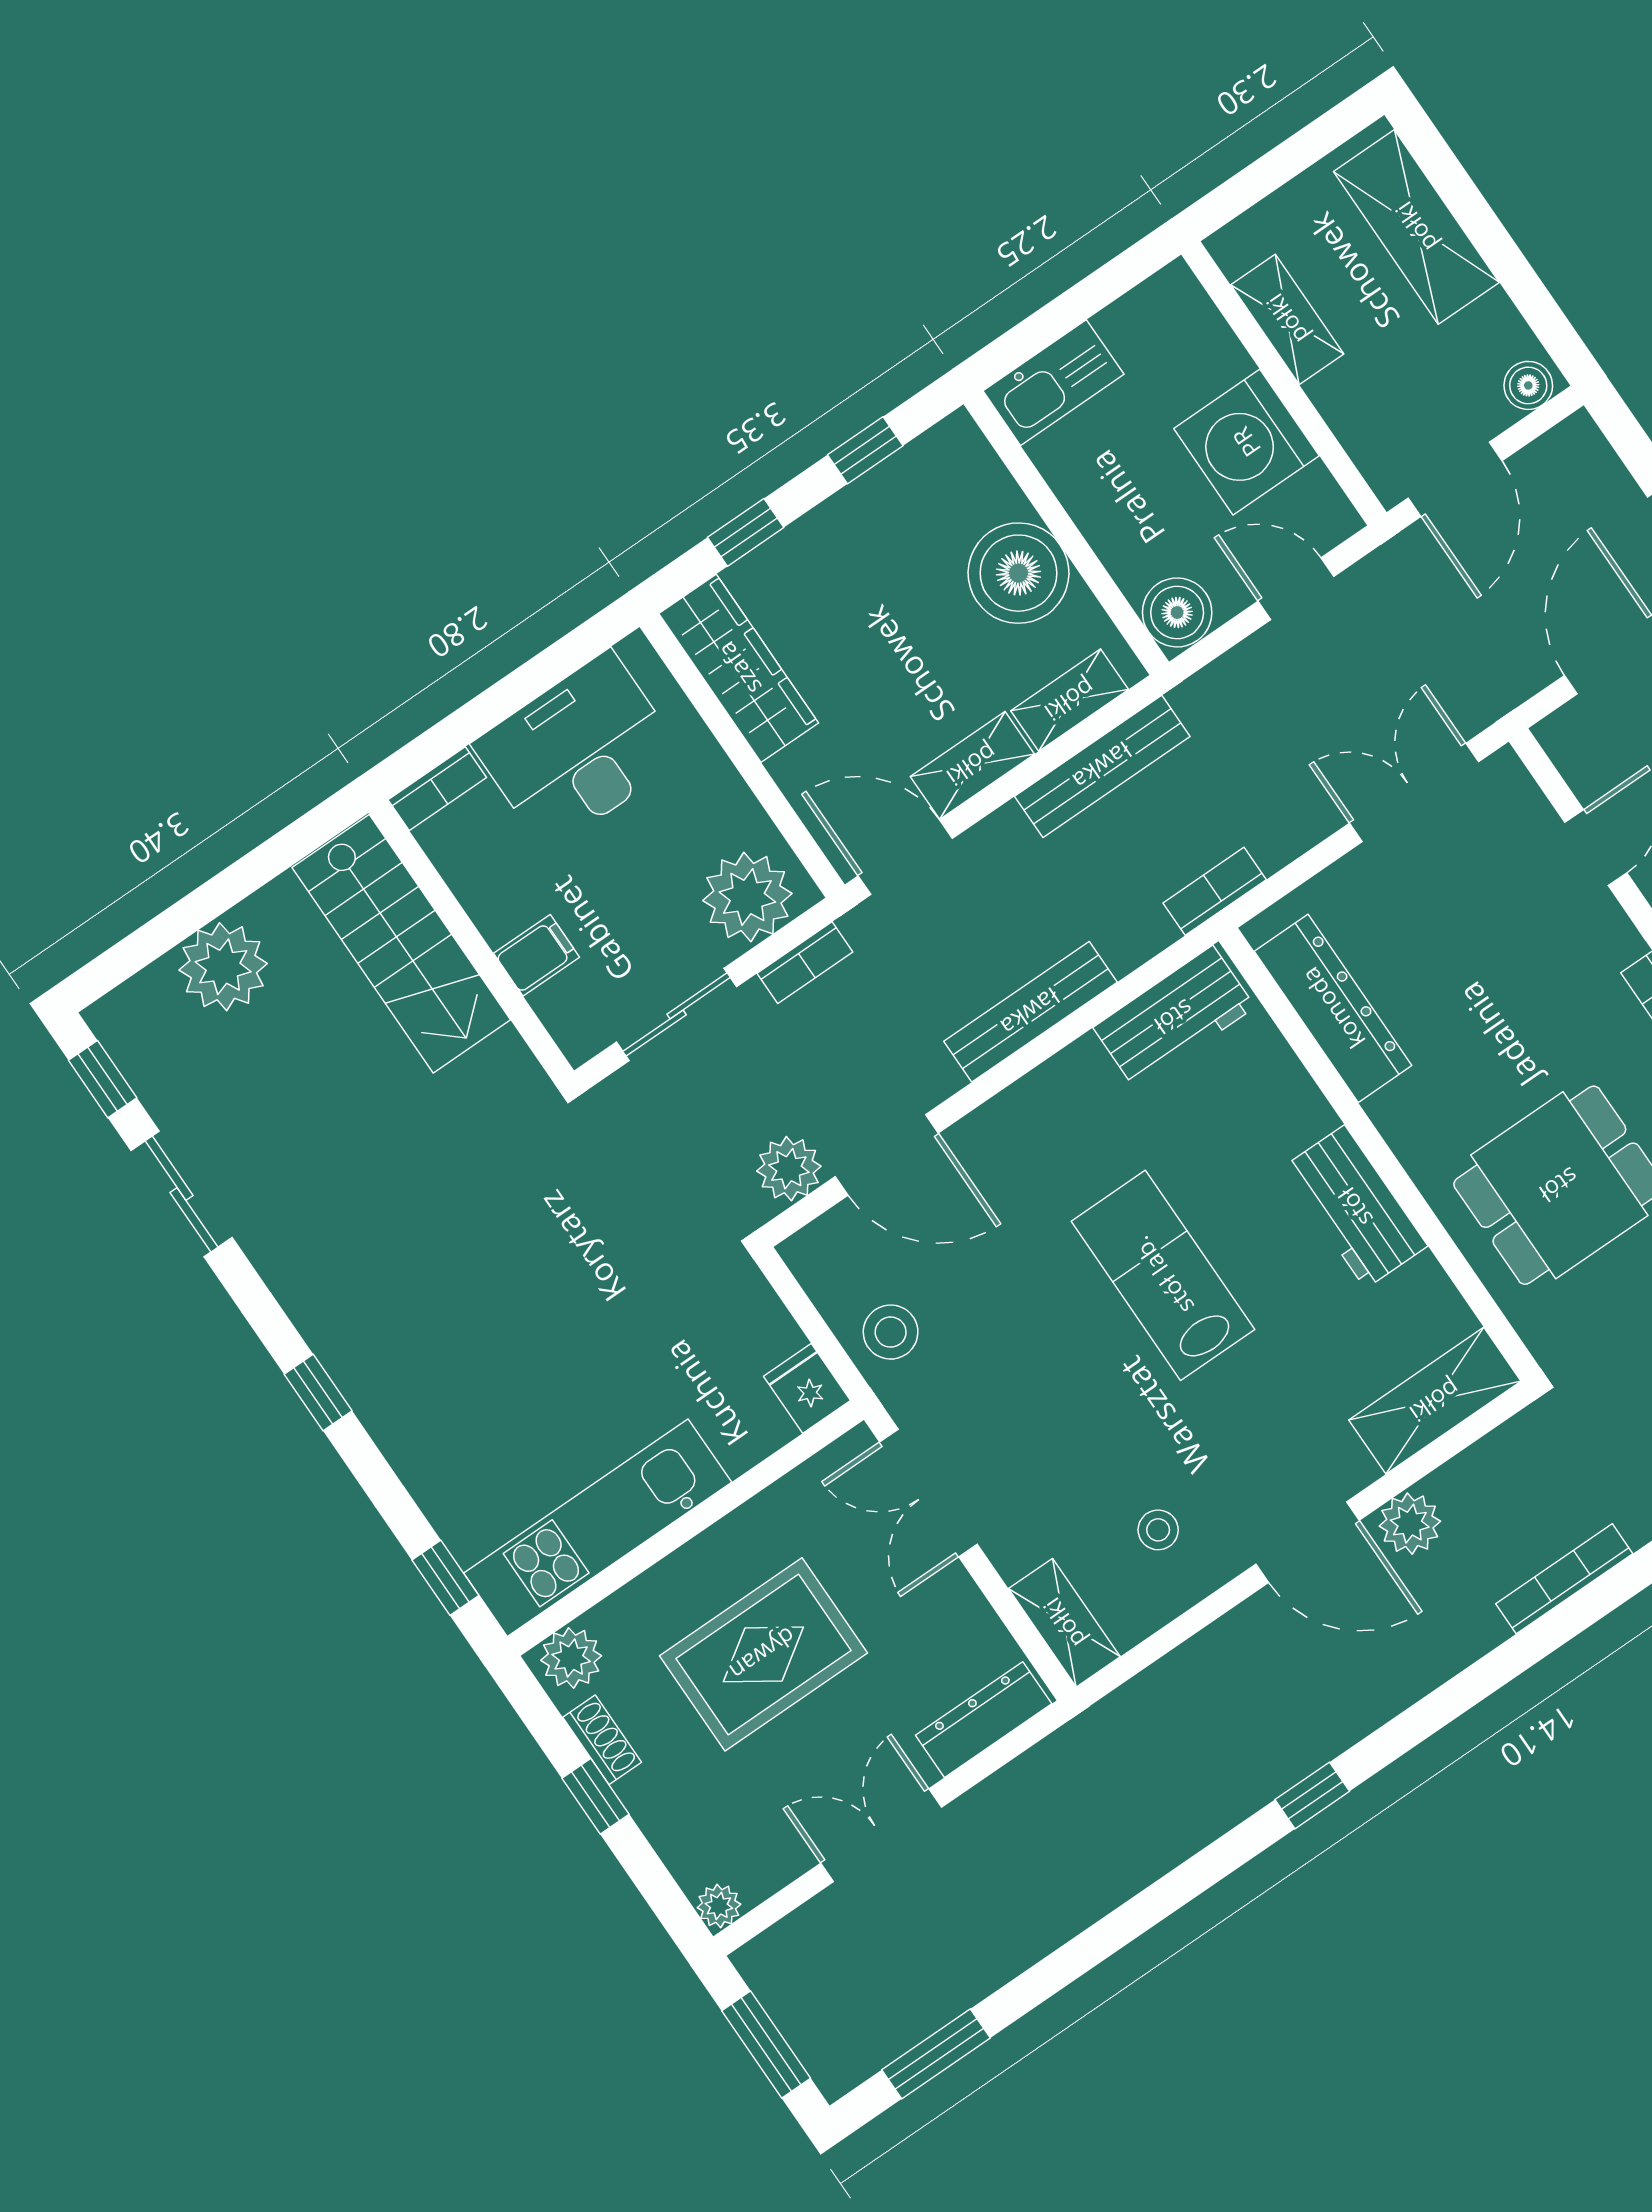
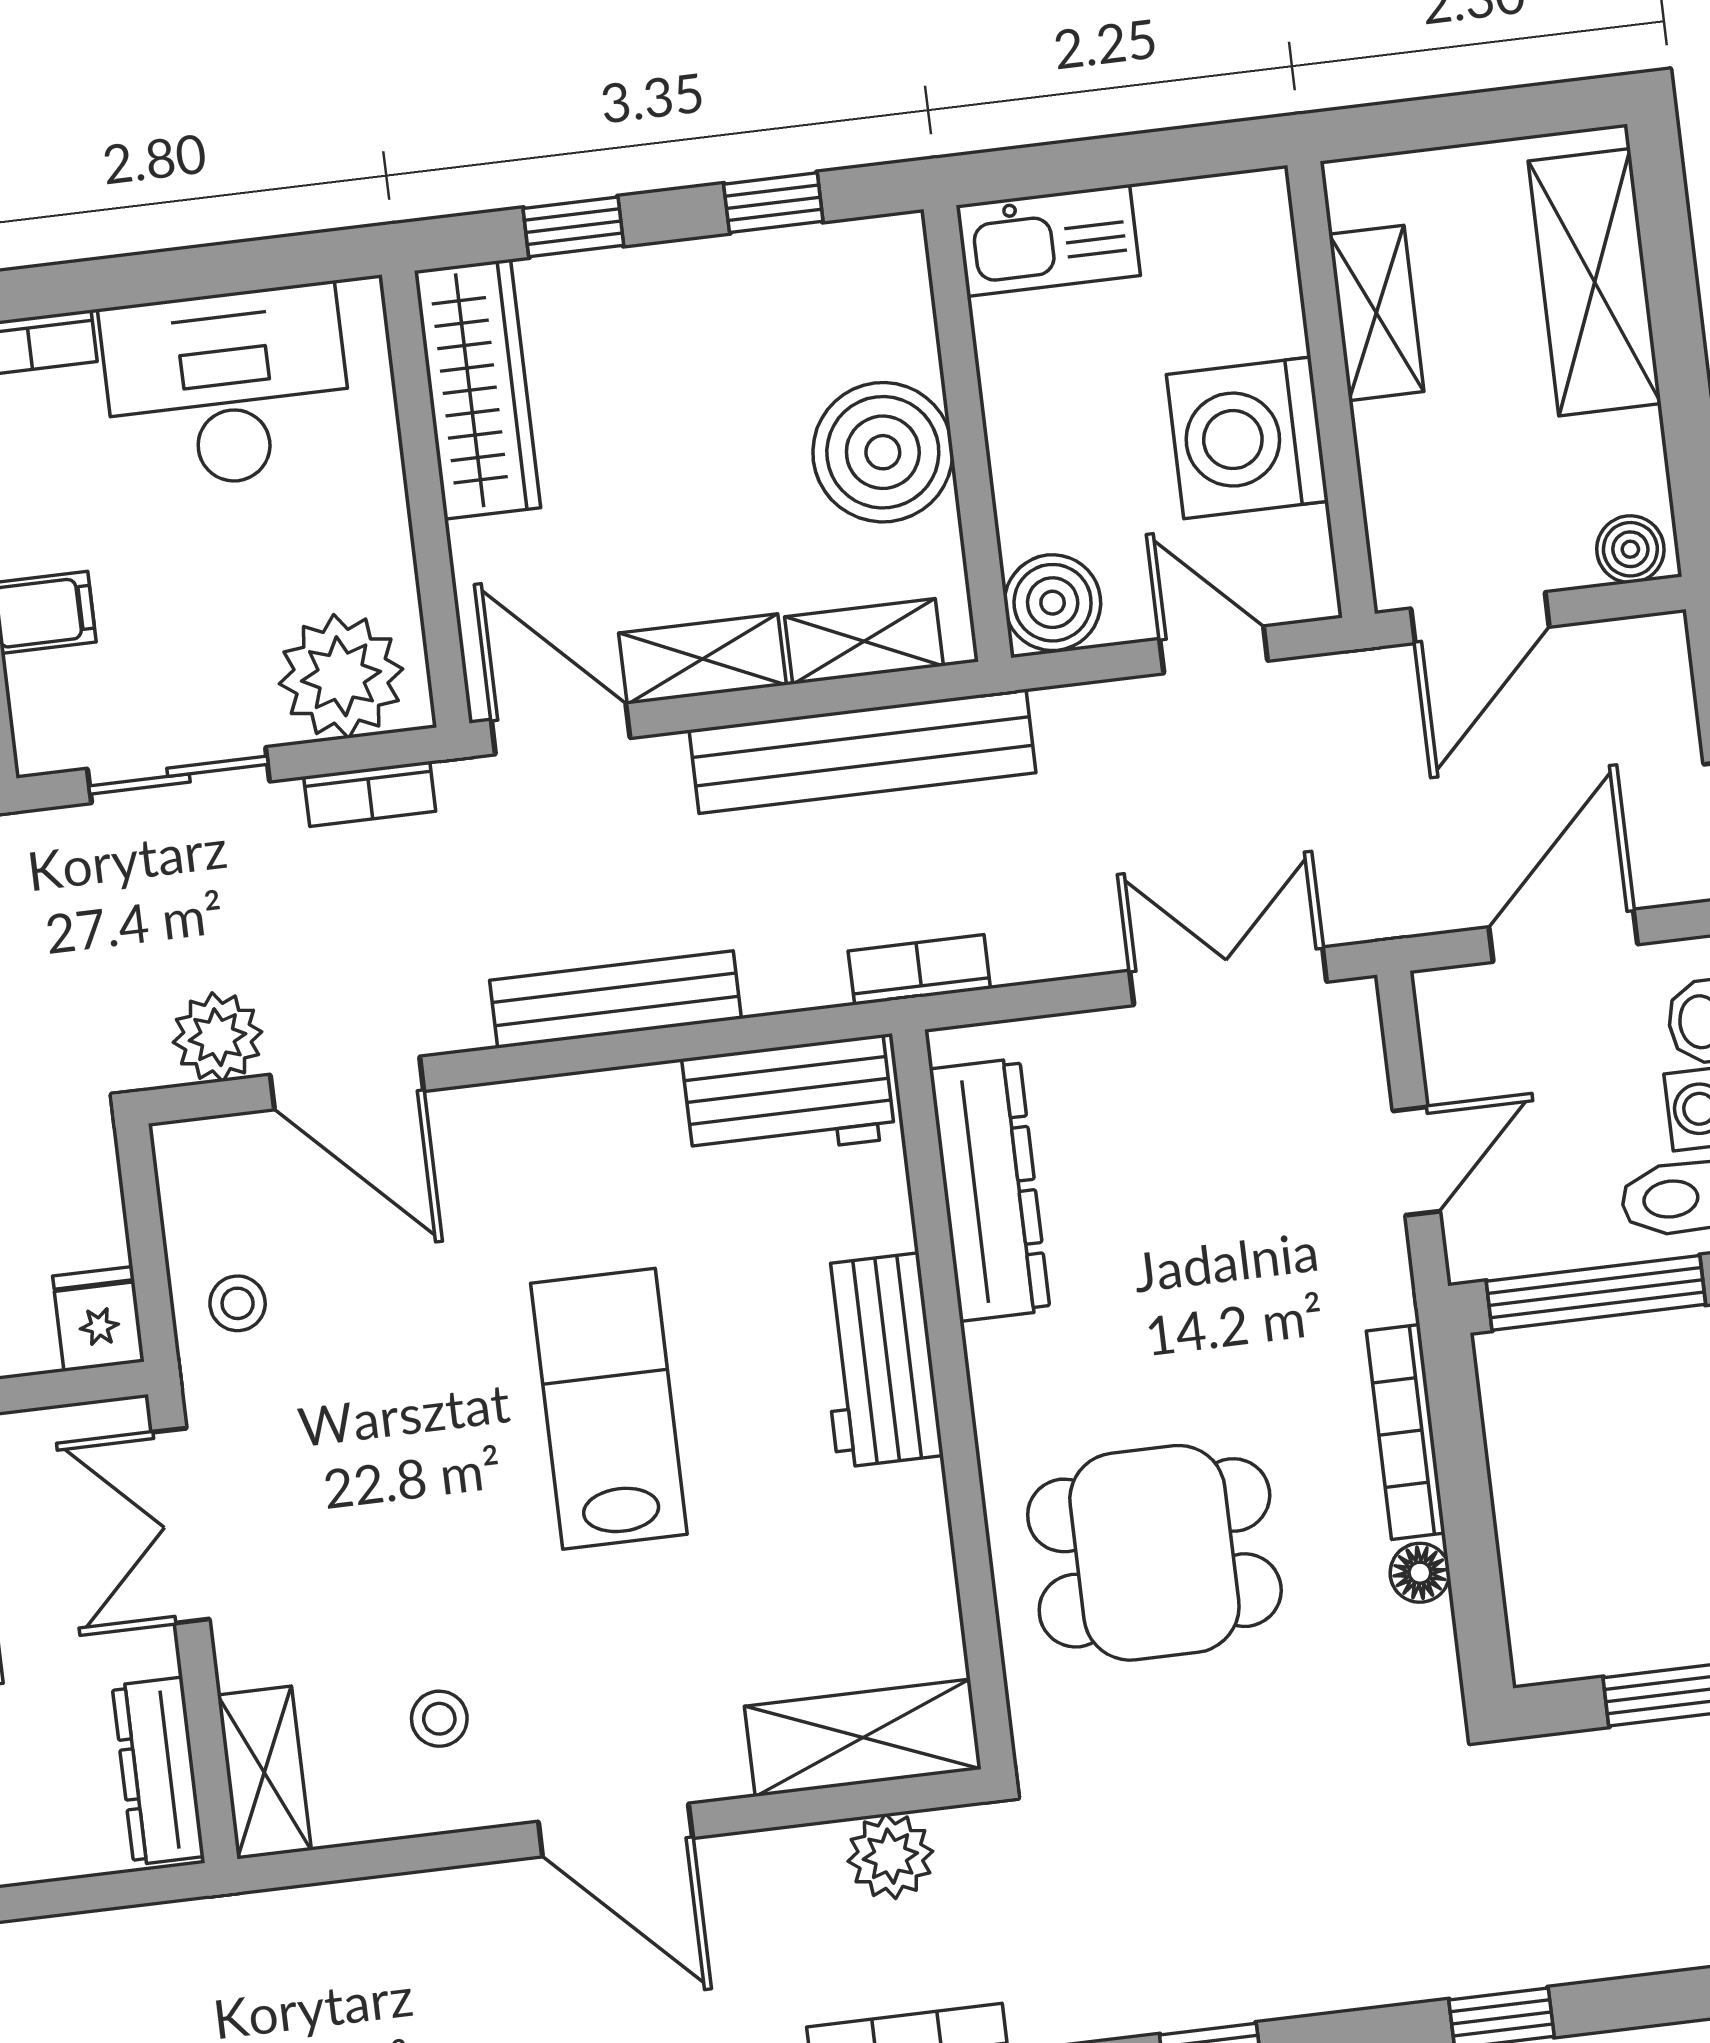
bench: (1102, 766) -> (862, 751), width x1.37, depth x1.21
workbench: (1355, 1207) -> (879, 1360), moved
stool: (891, 1332) -> (238, 1303), width x0.73, depth x0.73
plant: (1410, 1524) -> (890, 1856), moved
dresser: (984, 1720) -> (158, 1771), moved, turned -90

